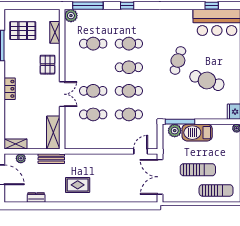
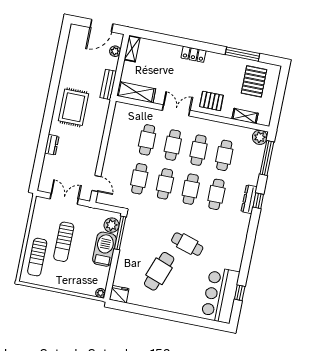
dresser: (127, 14) -> (249, 199), added
cafe table: (93, 67) -> (199, 150), added
double door: (62, 94) -> (176, 110), swing flipped
double door: (160, 177) -> (64, 199), width x0.73
rug: (78, 185) -> (74, 107), width x1.36, depth x1.43
dresser: (36, 198) -> (52, 145), moved

